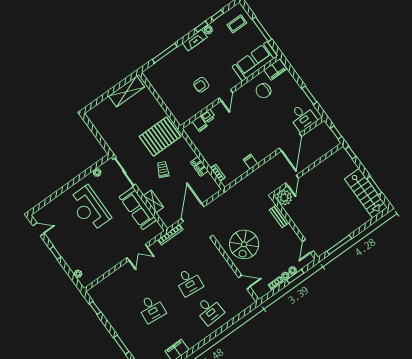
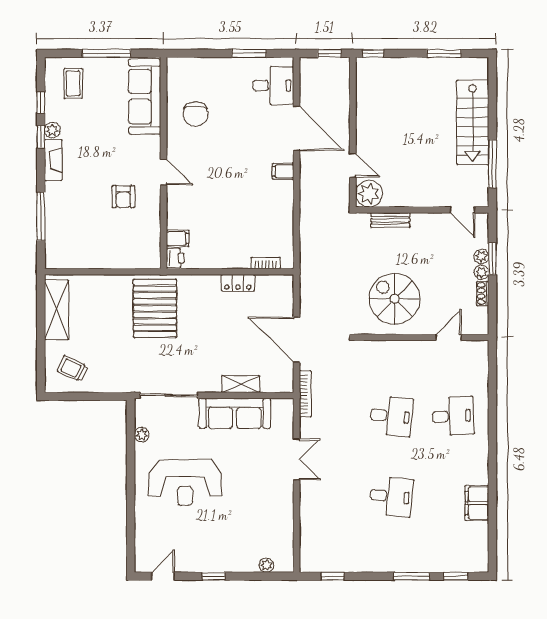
filing cabinet: (275, 70) -> (178, 75), removed
printer: (208, 116) -> (175, 258), moved
filing cabinet: (250, 162) -> (283, 171), moved
trolley: (163, 170) -> (73, 369), moved
stairs: (366, 193) -> (473, 122), moved, turned 90
spiral stairs: (244, 244) -> (395, 299), turned 180

